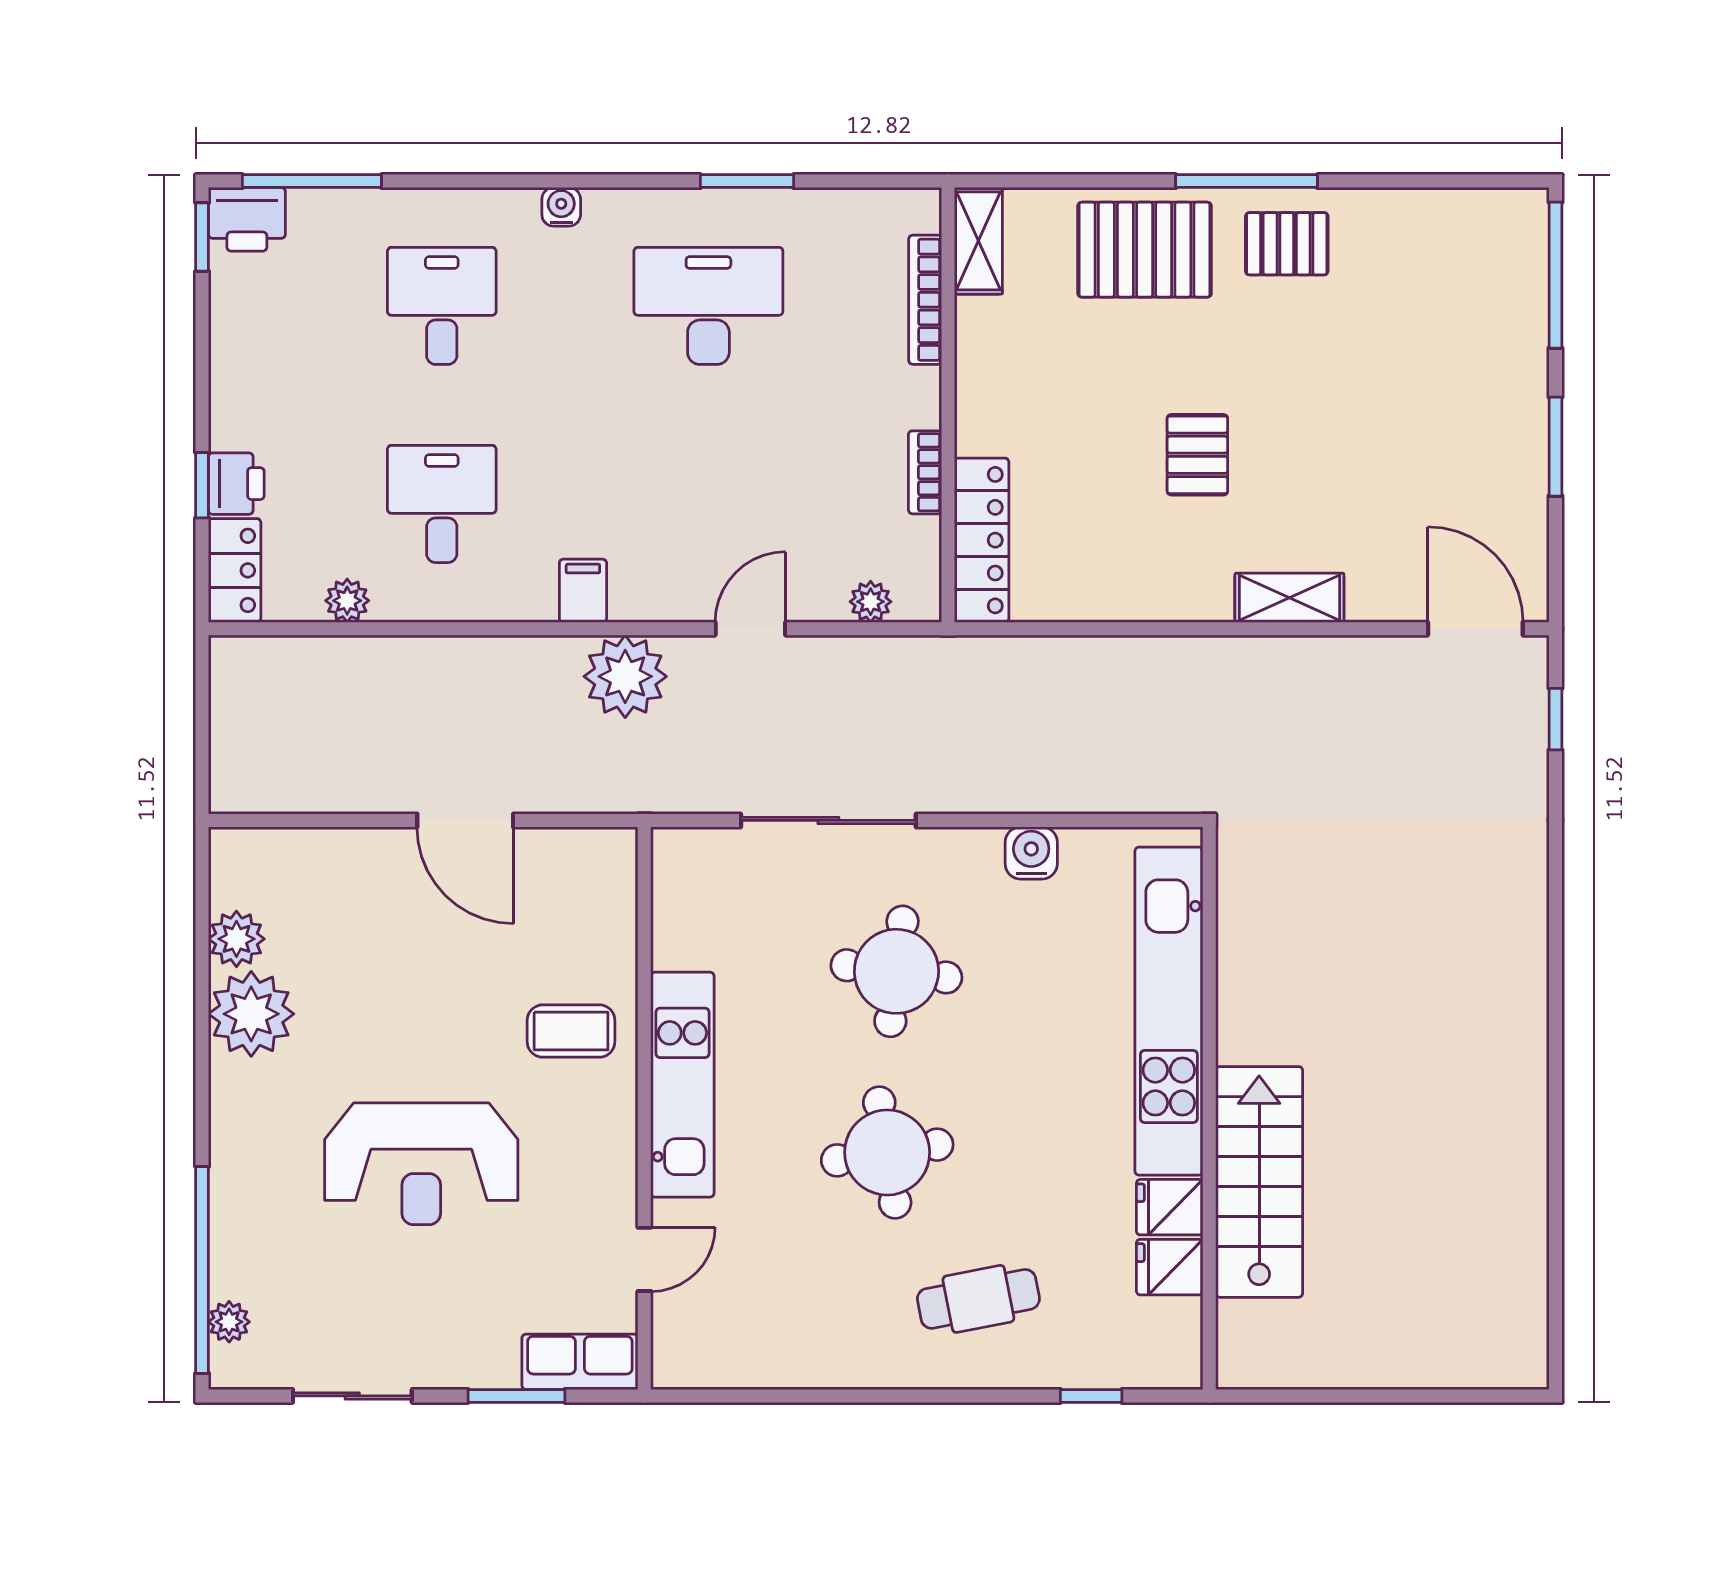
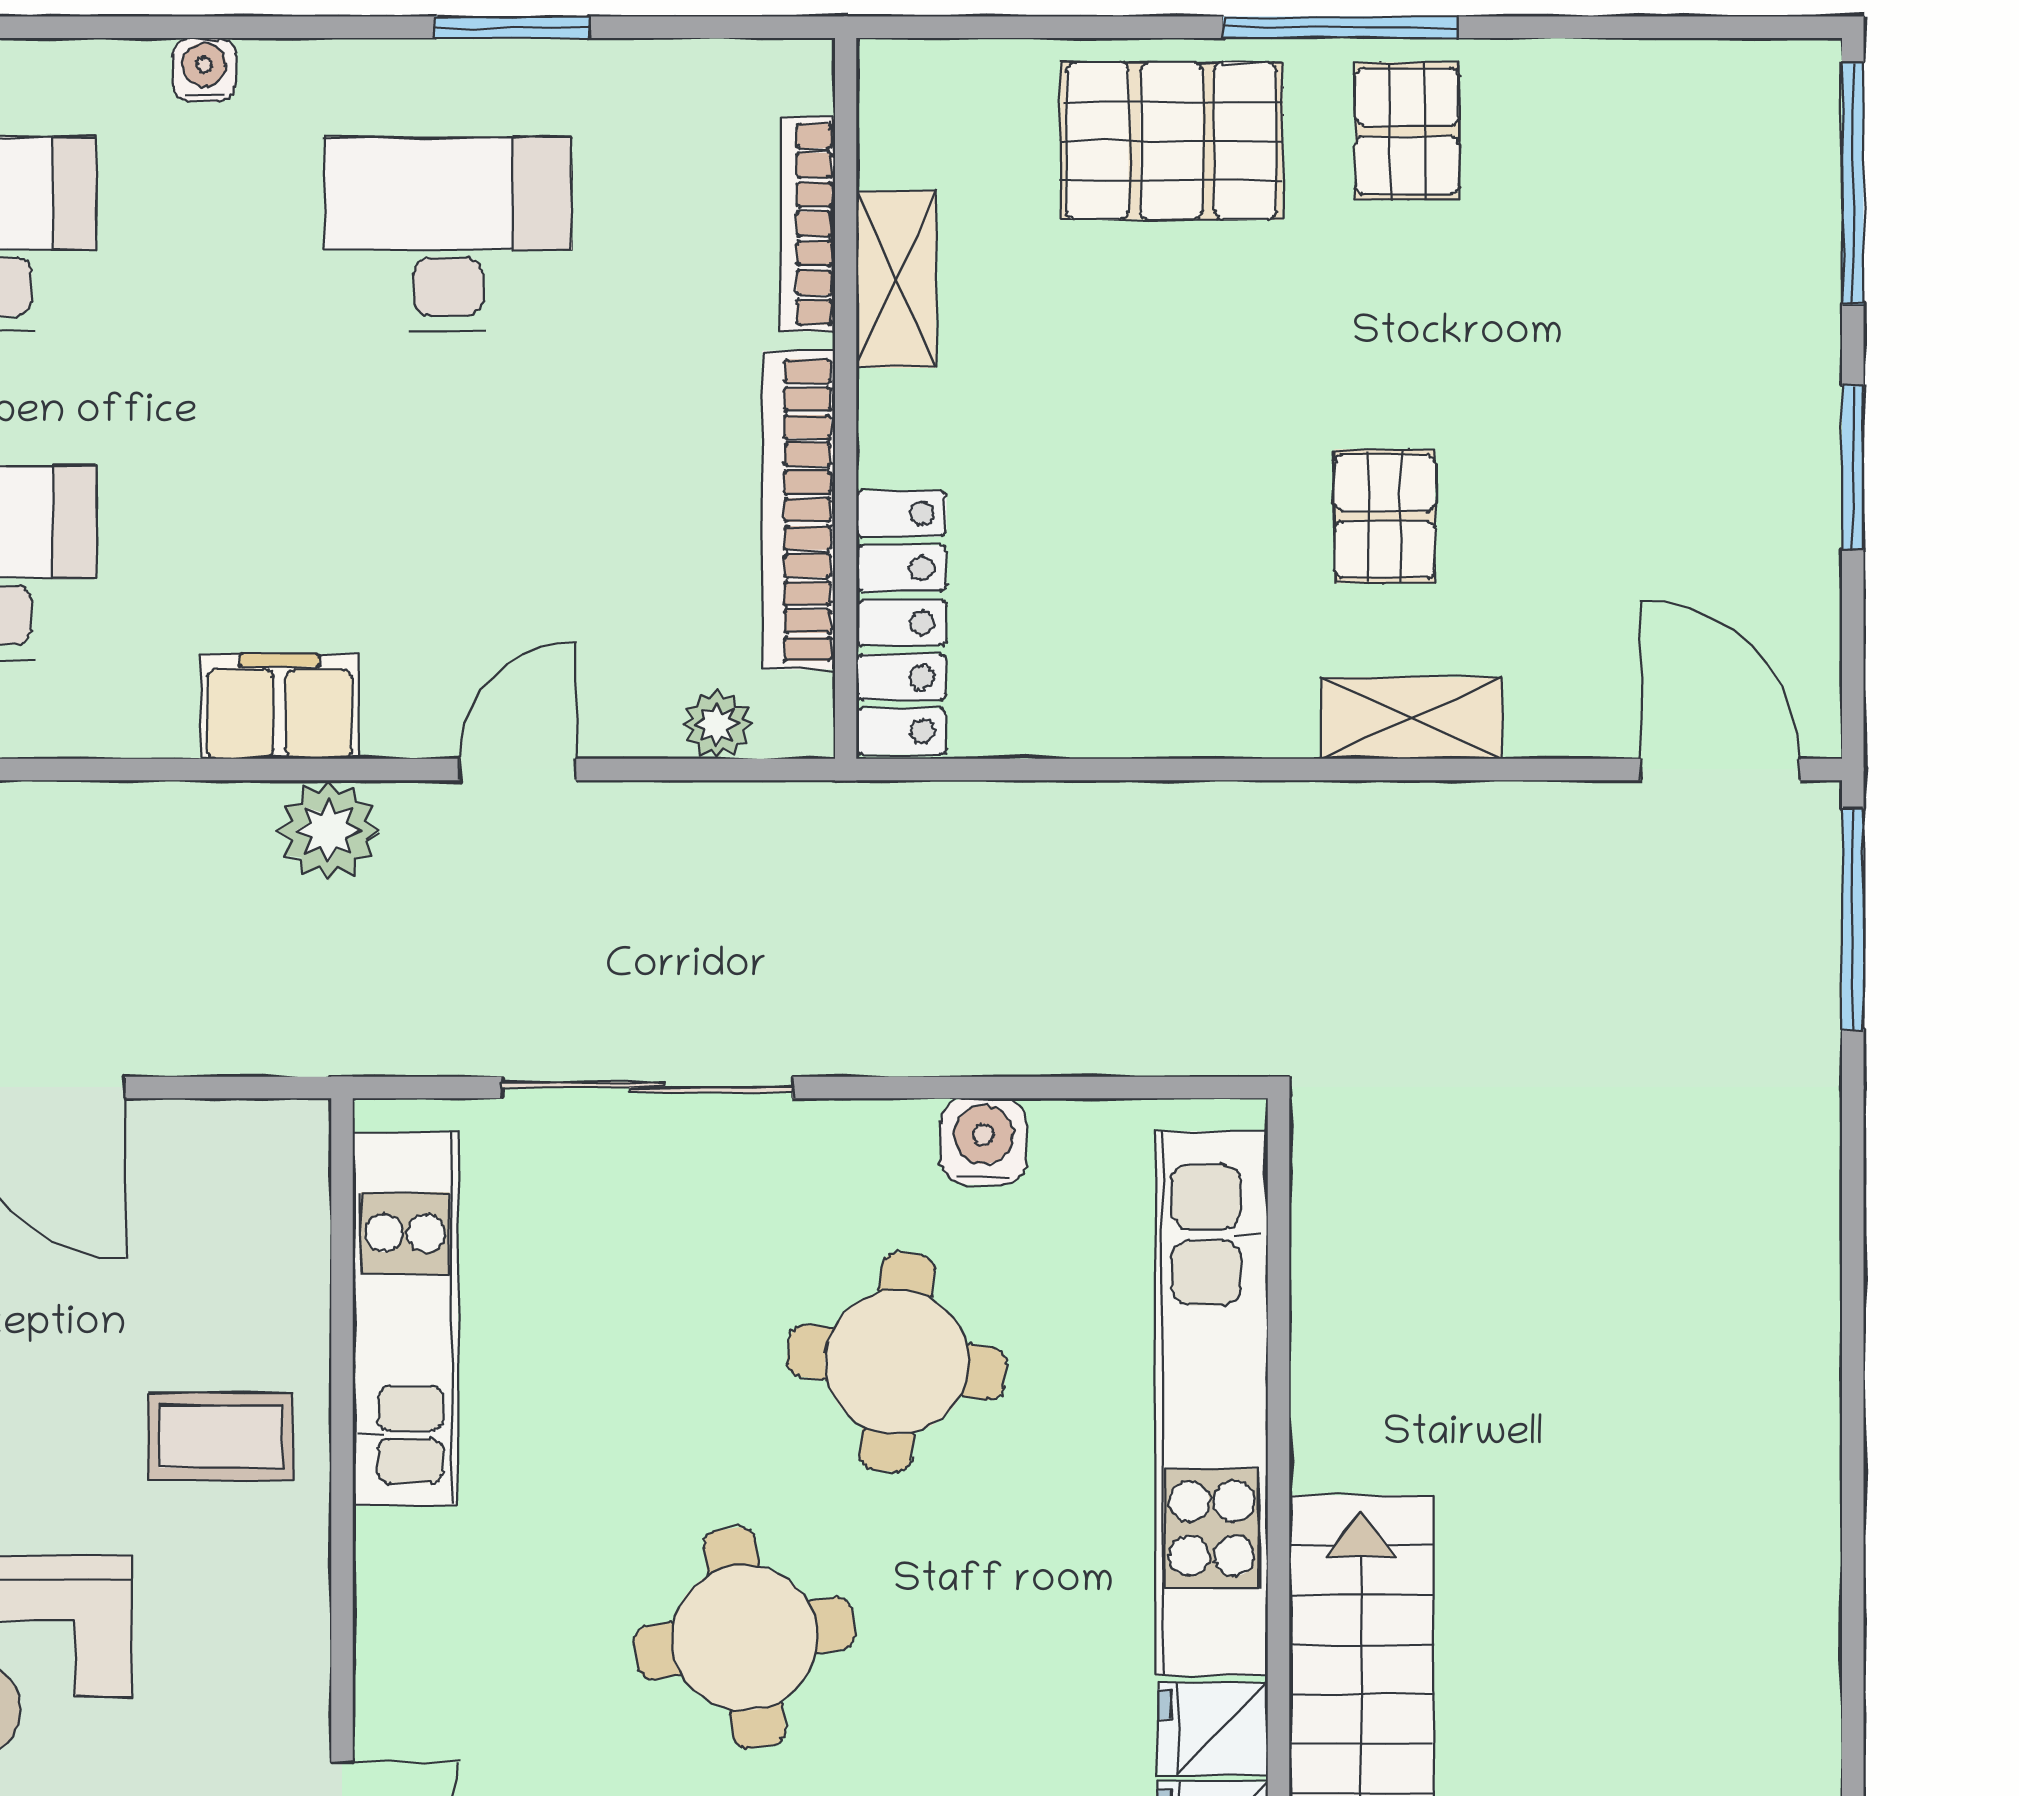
shelving: (978, 241) -> (896, 279), moved
pallet: (1287, 244) -> (1407, 131), turned 90
pallet: (1197, 455) -> (1385, 516), moved
bookcase: (925, 472) -> (799, 510), width x2.31, depth x1.31
filing cabinet: (583, 591) -> (280, 706), width x2.00
plant: (625, 676) -> (329, 830), width x0.73, depth x0.73
window: (1555, 719) -> (1853, 919), width x2.17
round table: (896, 971) -> (897, 1362), moved
kitchen unit: (682, 1085) -> (405, 1319), moved

